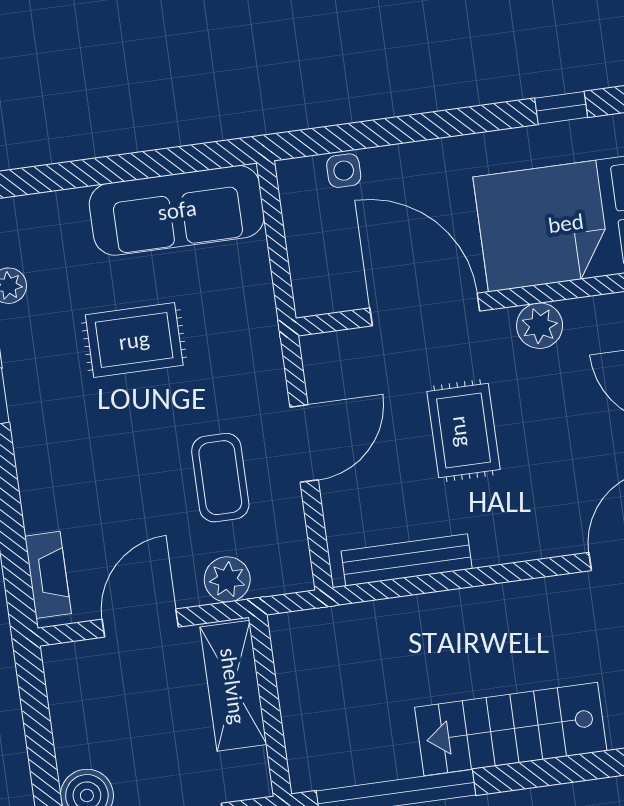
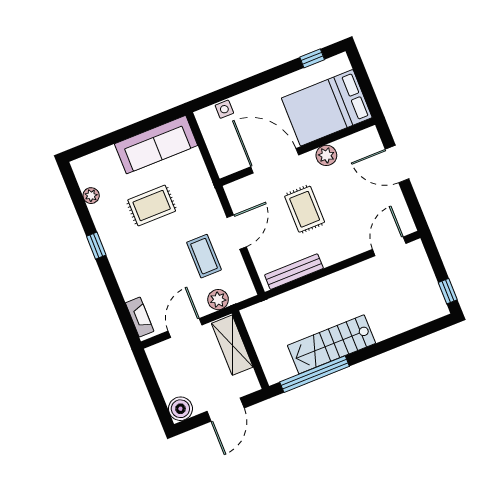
stairs: (511, 729) -> (332, 344), moved

